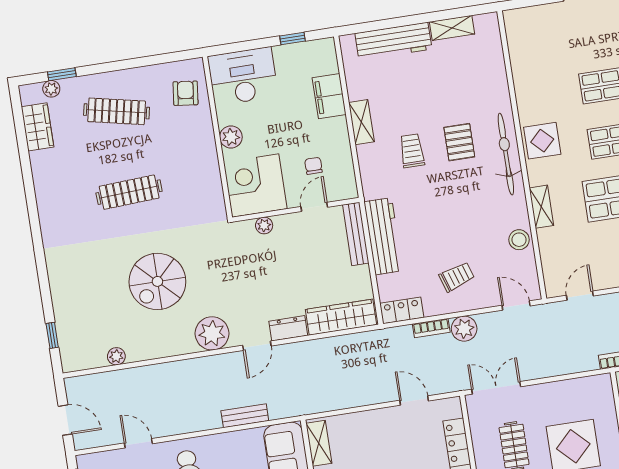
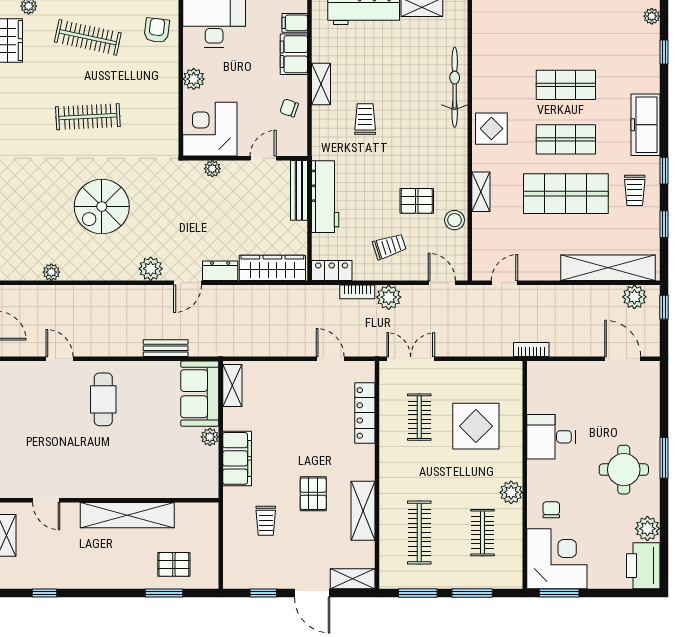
filing cabinet: (325, 64) -> (295, 23), added
pallet: (459, 142) -> (417, 201), moved, turned 90
bicycle: (506, 154) -> (455, 87), moved
chair: (313, 166) -> (289, 108), moved, turned -71
plant: (212, 333) -> (151, 269), width x0.73, depth x0.73

